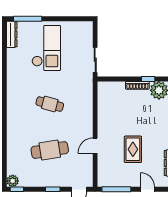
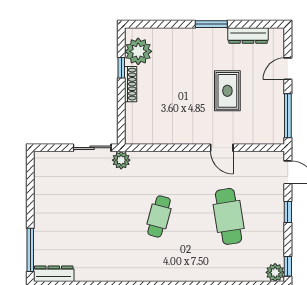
checkout: (46, 48) -> (74, 222), removed
plant: (87, 79) -> (121, 160), added
rug: (133, 149) -> (227, 91), turned 90

